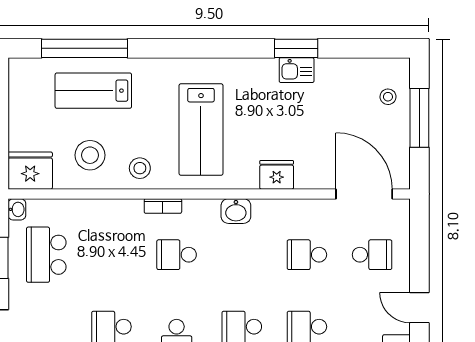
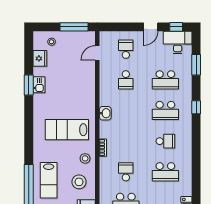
window: (419, 118) -> (74, 27), moved
lab bench: (201, 129) -> (67, 130), turned 180
fridge: (277, 175) -> (40, 58), moved, turned 180
door: (364, 194) -> (97, 53), width x0.53
school desk: (177, 255) -> (126, 172), moved, turned 180

